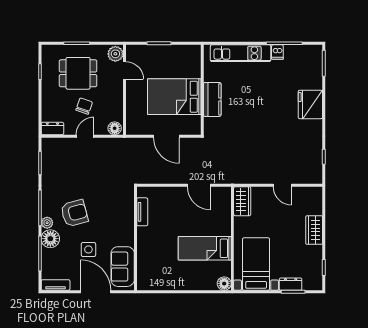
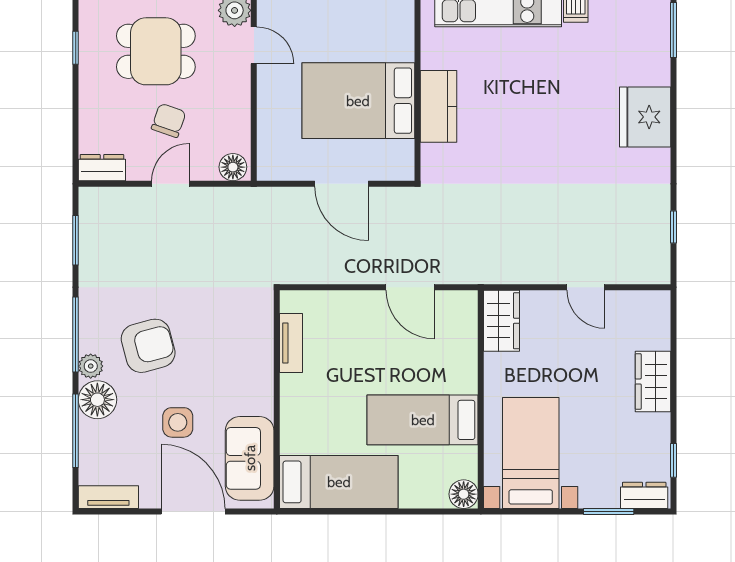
bed: (165, 278) -> (339, 482), added
dresser: (291, 284) -> (644, 495), moved

